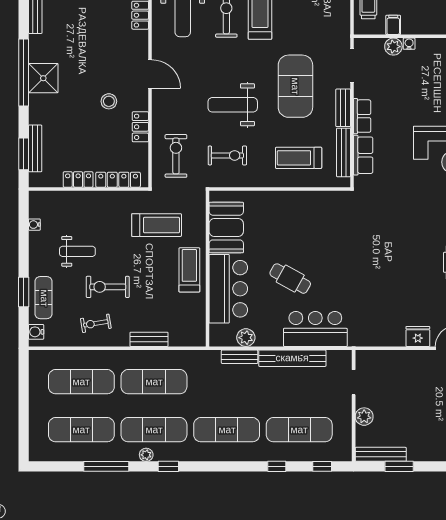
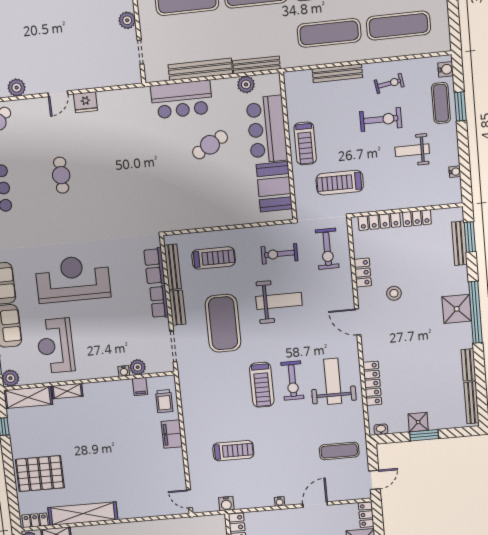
cafe table: (290, 279) -> (210, 145), turned -58
bench: (149, 339) -> (337, 73), width x1.36
bench: (240, 357) -> (256, 65), width x1.36

